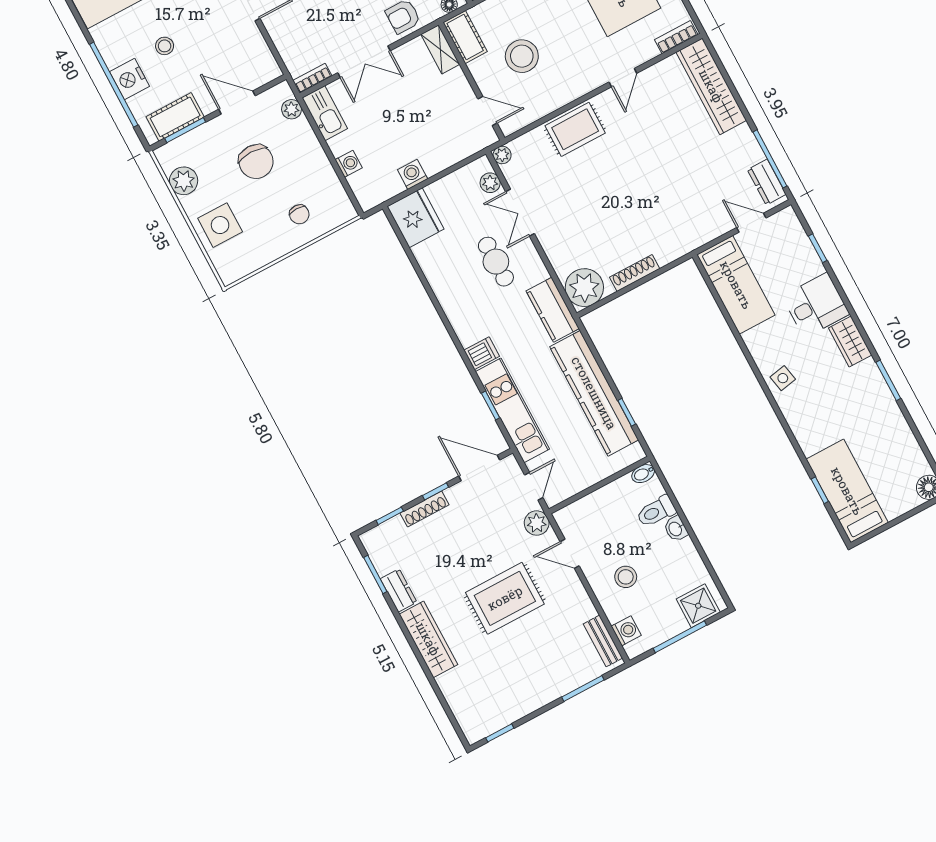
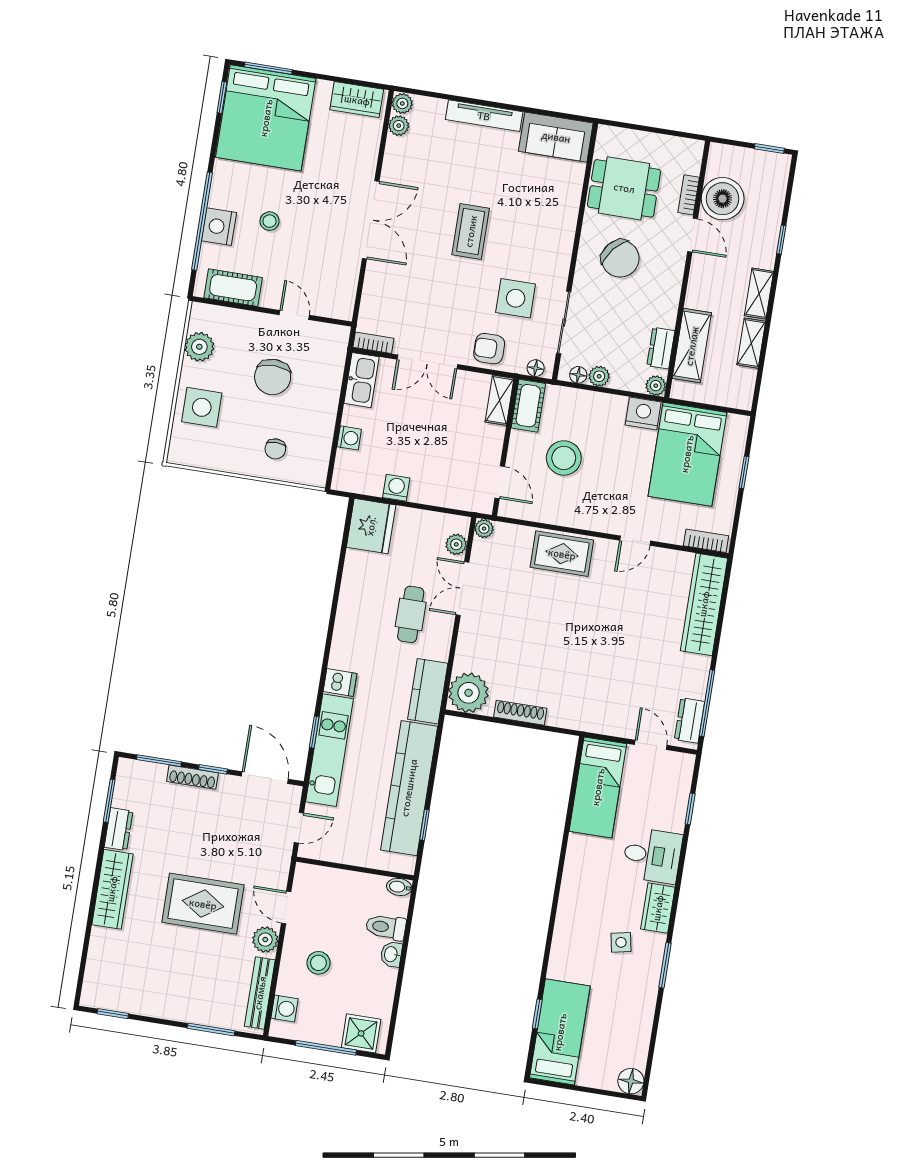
door: (237, 103) -> (294, 315), width x0.73
plant: (292, 109) -> (336, 356), removed
window: (185, 130) -> (233, 305), removed
side table: (783, 378) -> (621, 942), moved
window: (390, 516) -> (159, 761), width x1.50
plant: (537, 523) -> (265, 940), moved
bench: (603, 641) -> (260, 993), width x1.36

